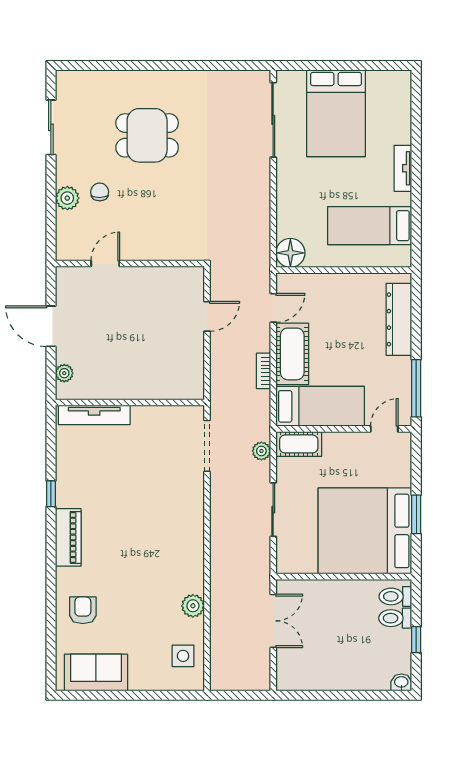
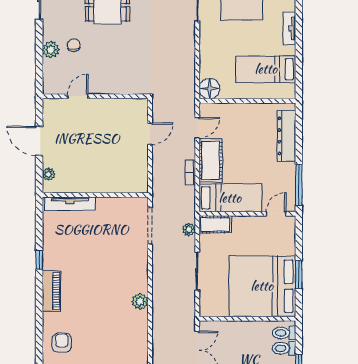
plant: (193, 606) -> (140, 301), moved

